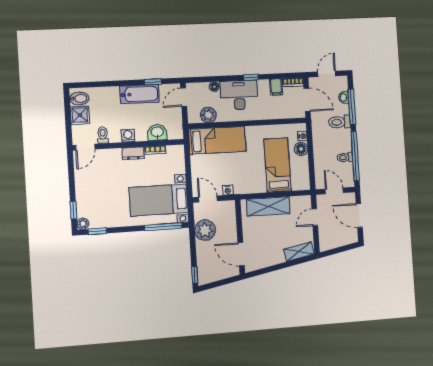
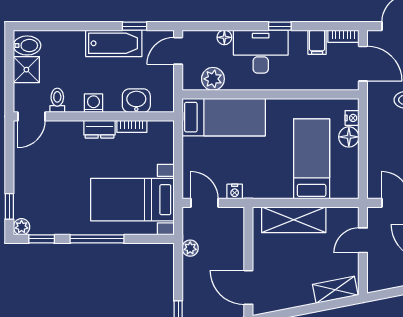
window: (163, 227) -> (97, 239), moved
plant: (205, 230) -> (190, 248), width x0.53, depth x0.53

